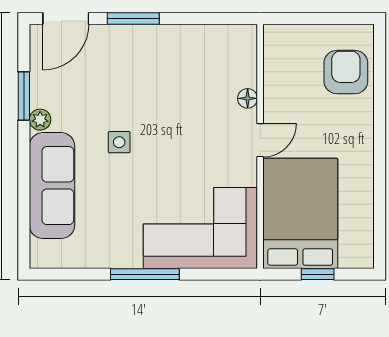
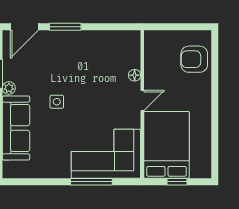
armchair: (346, 72) -> (194, 59), turned -90
window: (145, 274) -> (91, 182), moved

